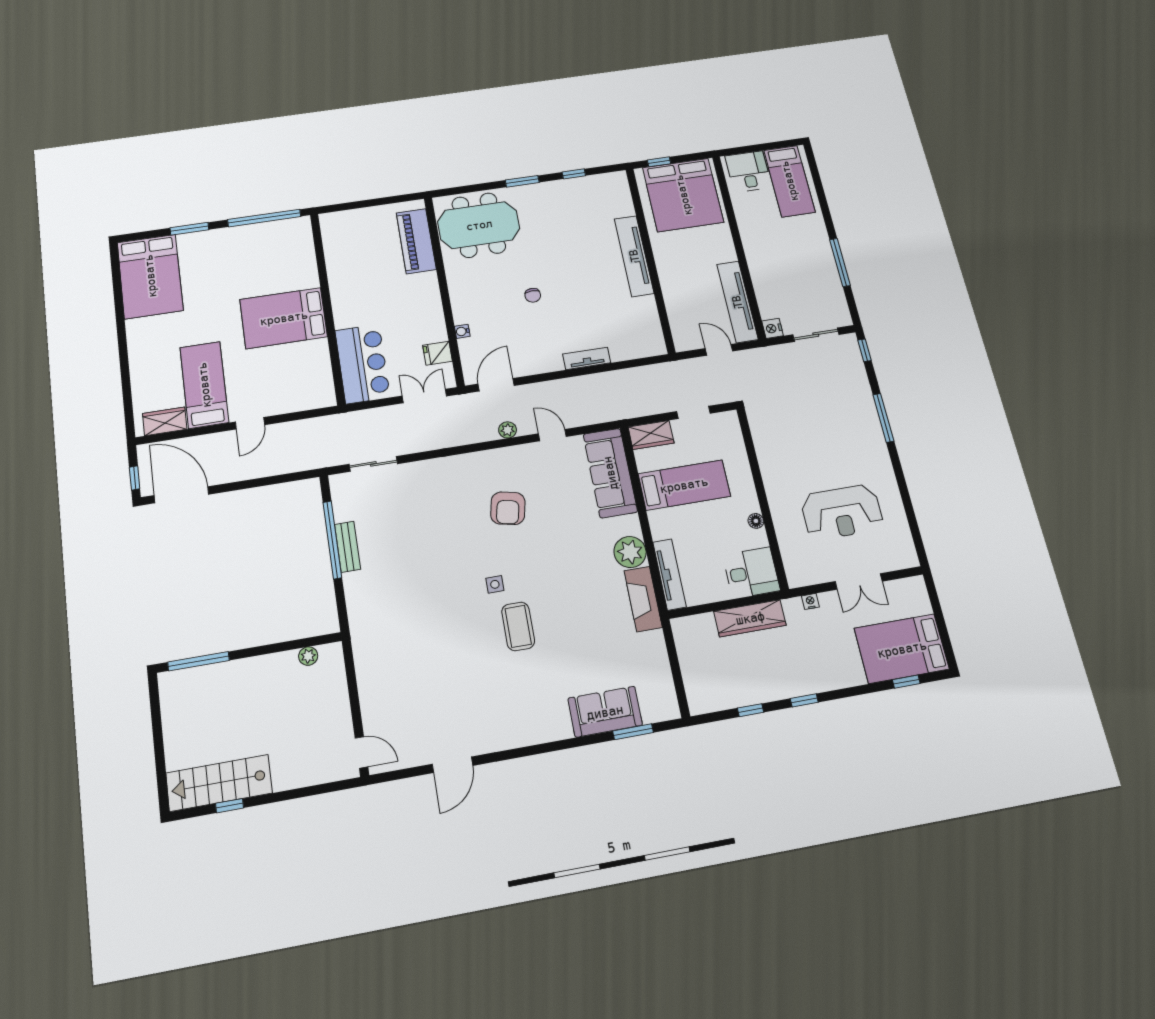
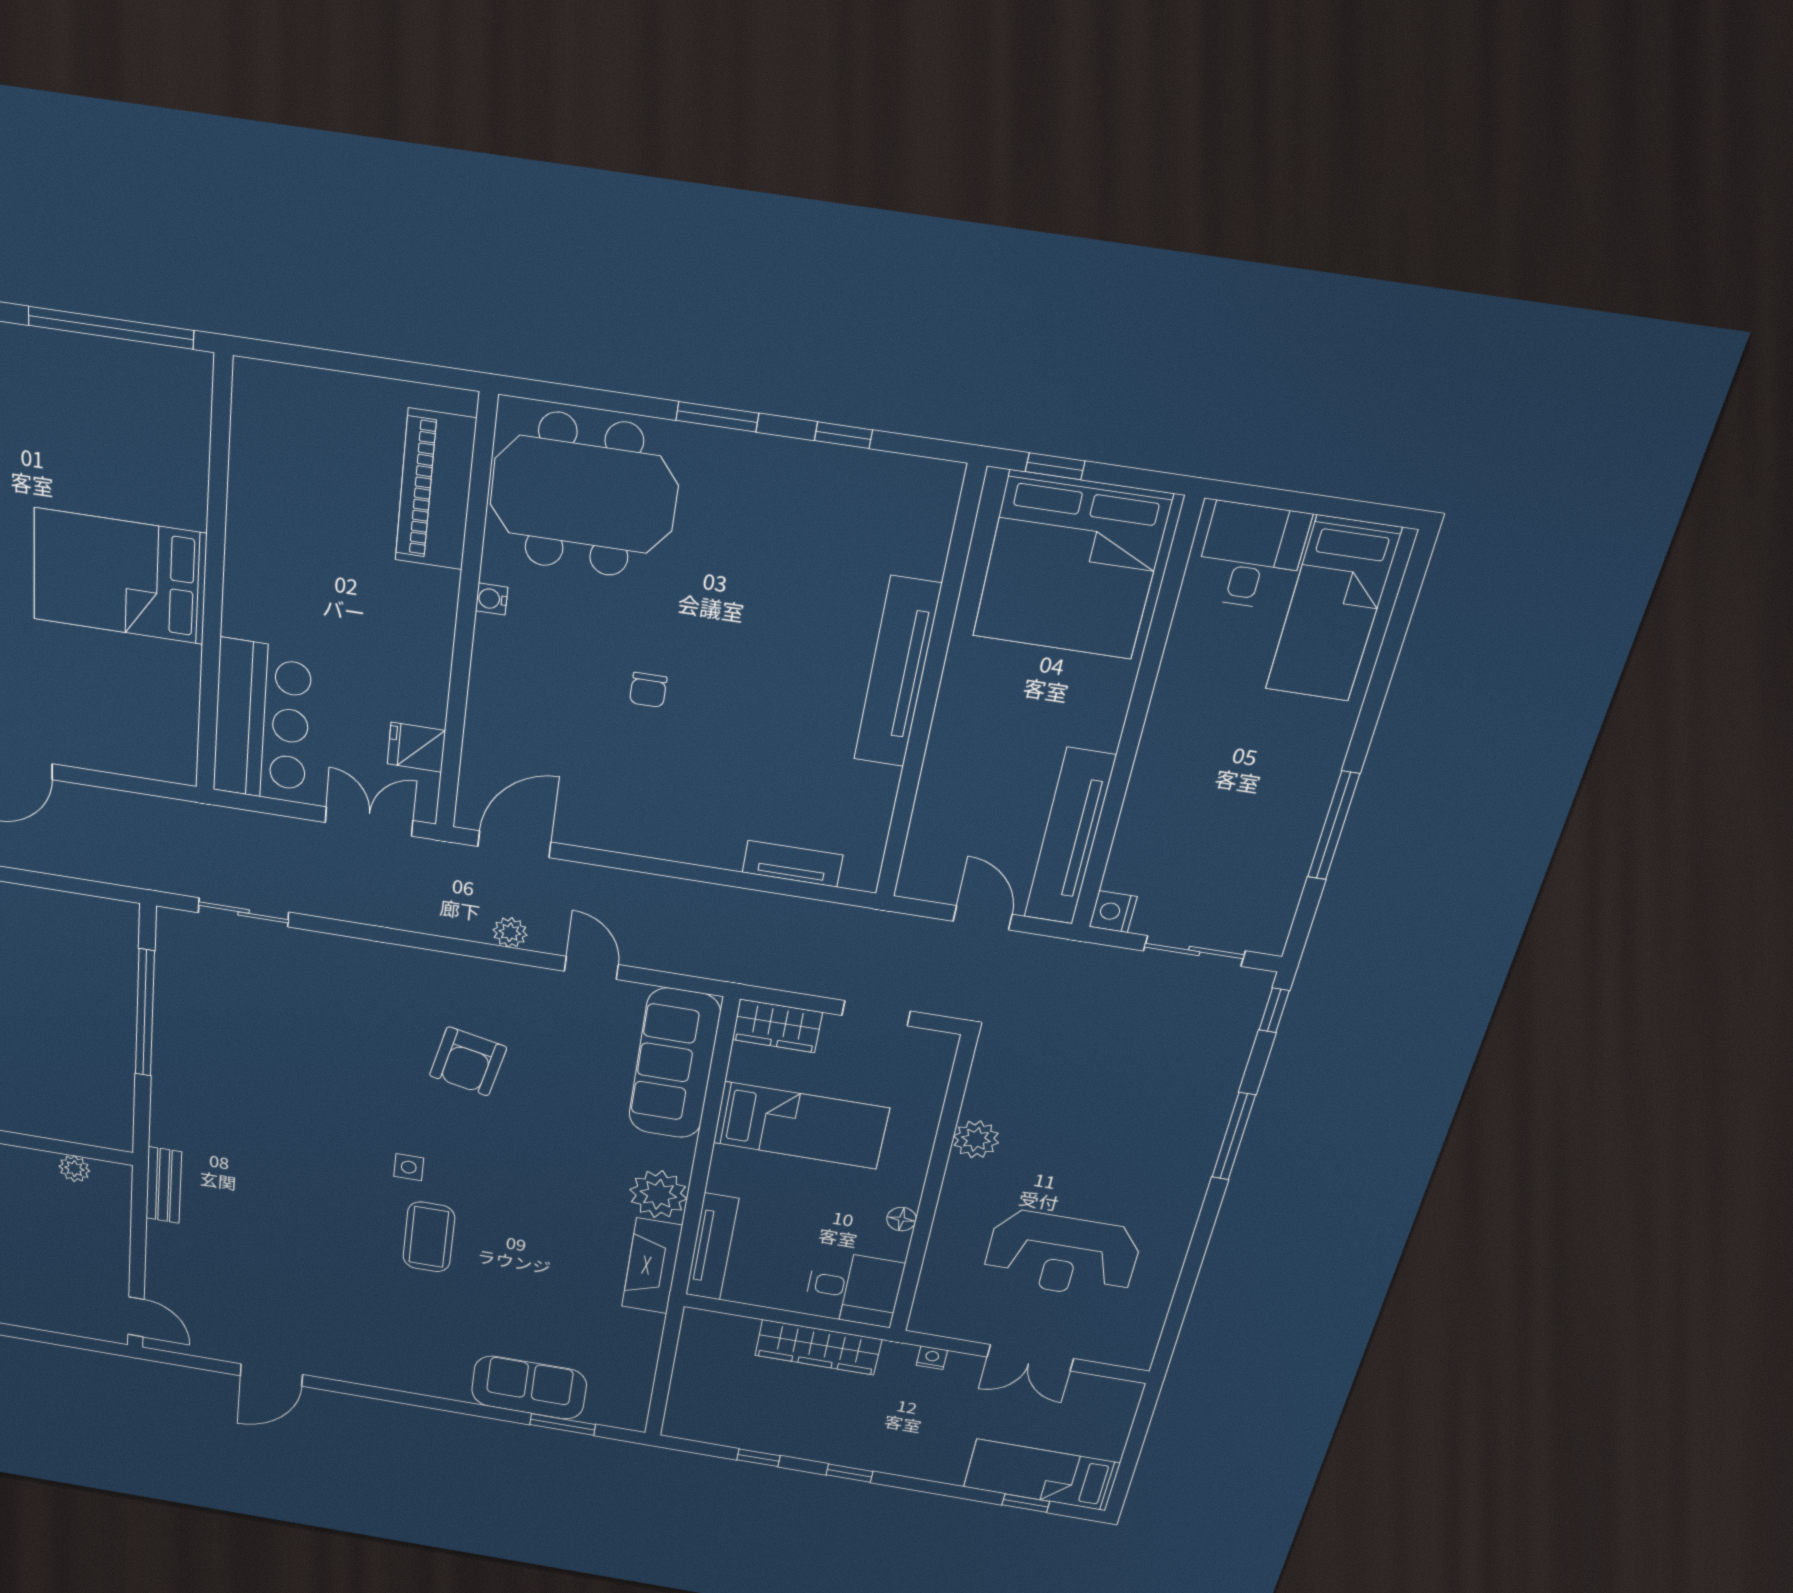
water cooler: (462, 331) -> (492, 599), moved
tv unit: (587, 358) -> (793, 864), moved
plant: (770, 462) -> (976, 1139), added
bench: (347, 547) -> (164, 1185), moved
bed: (902, 649) -> (1041, 1475), width x0.67

